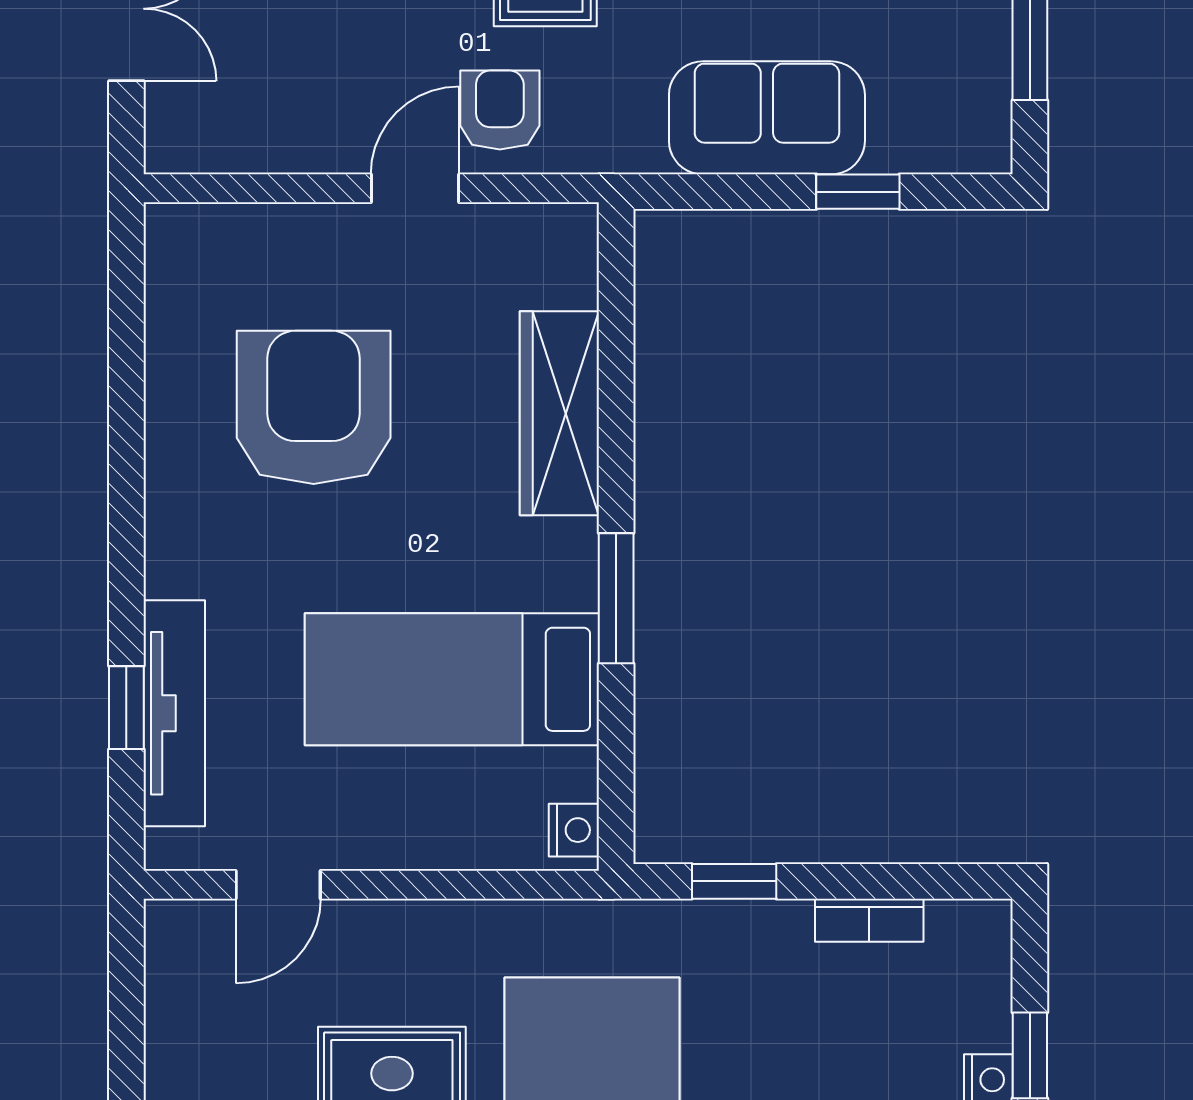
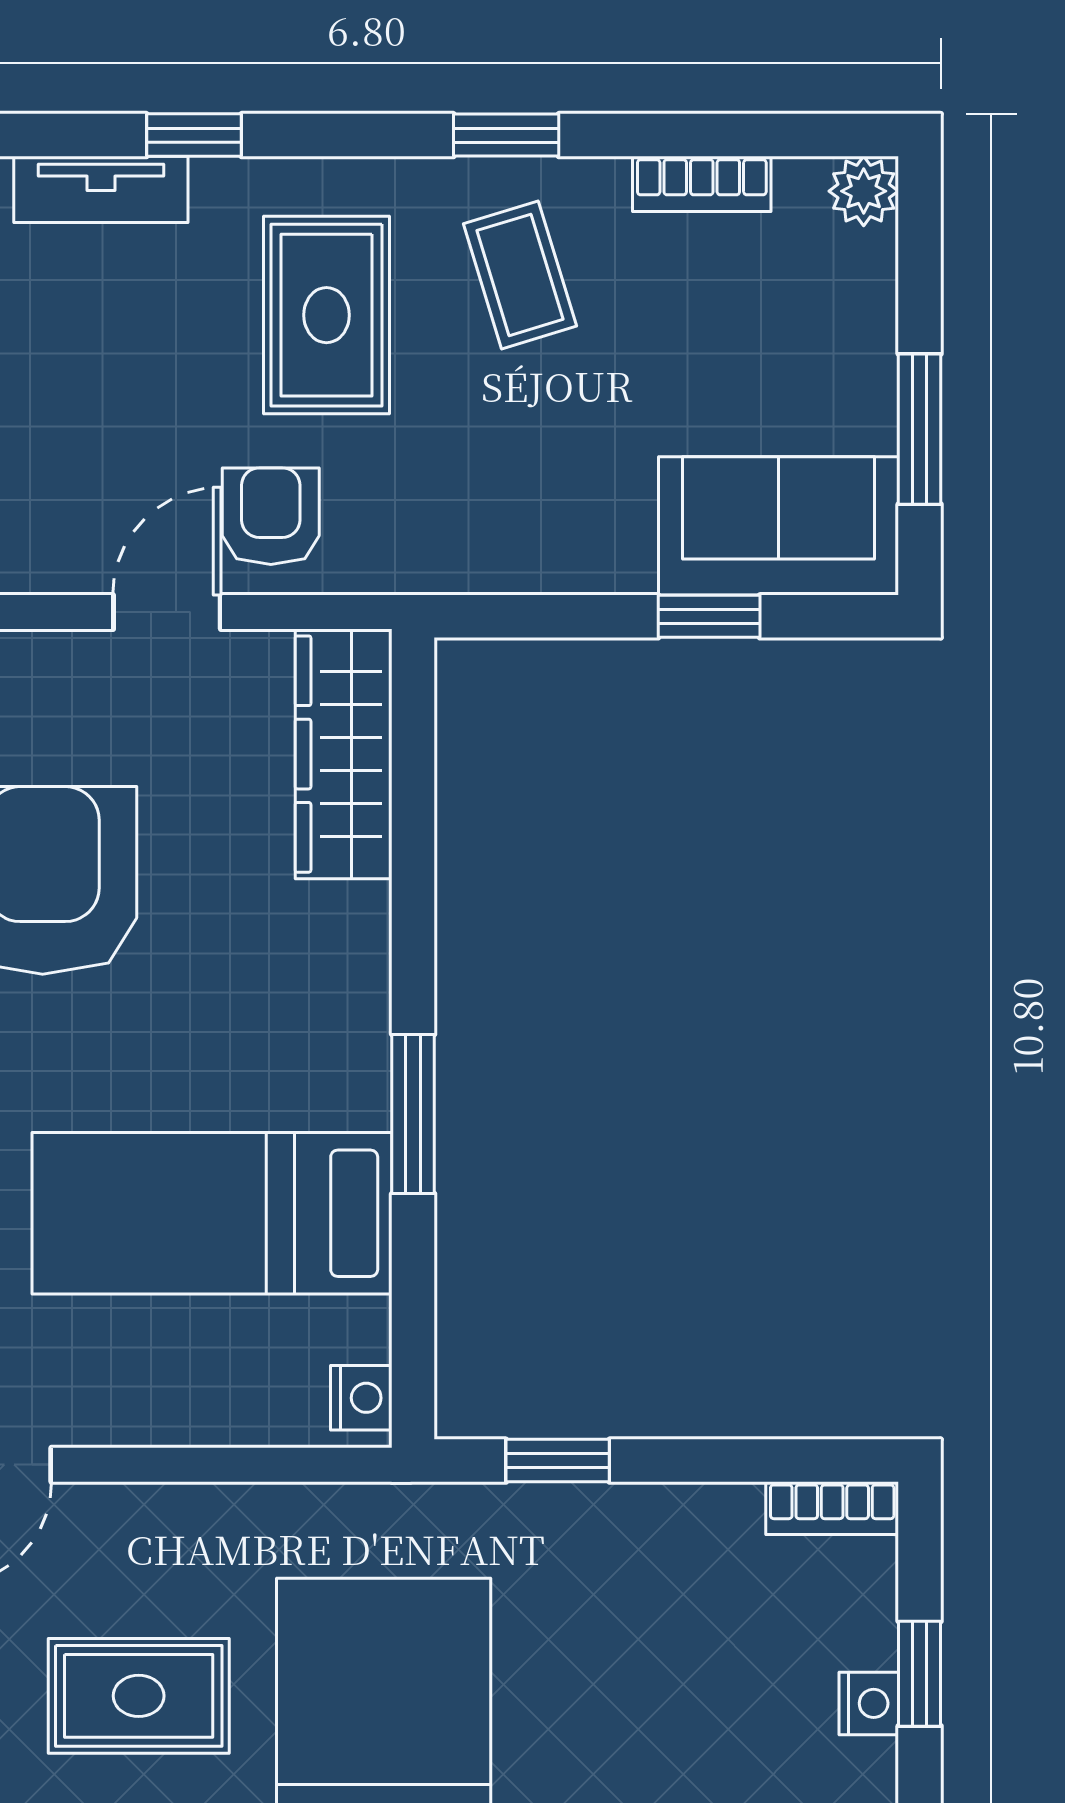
sofa: (767, 118) -> (779, 526), moved
wardrobe: (559, 413) -> (344, 754), moved
bookcase: (869, 920) -> (832, 1508), moved

